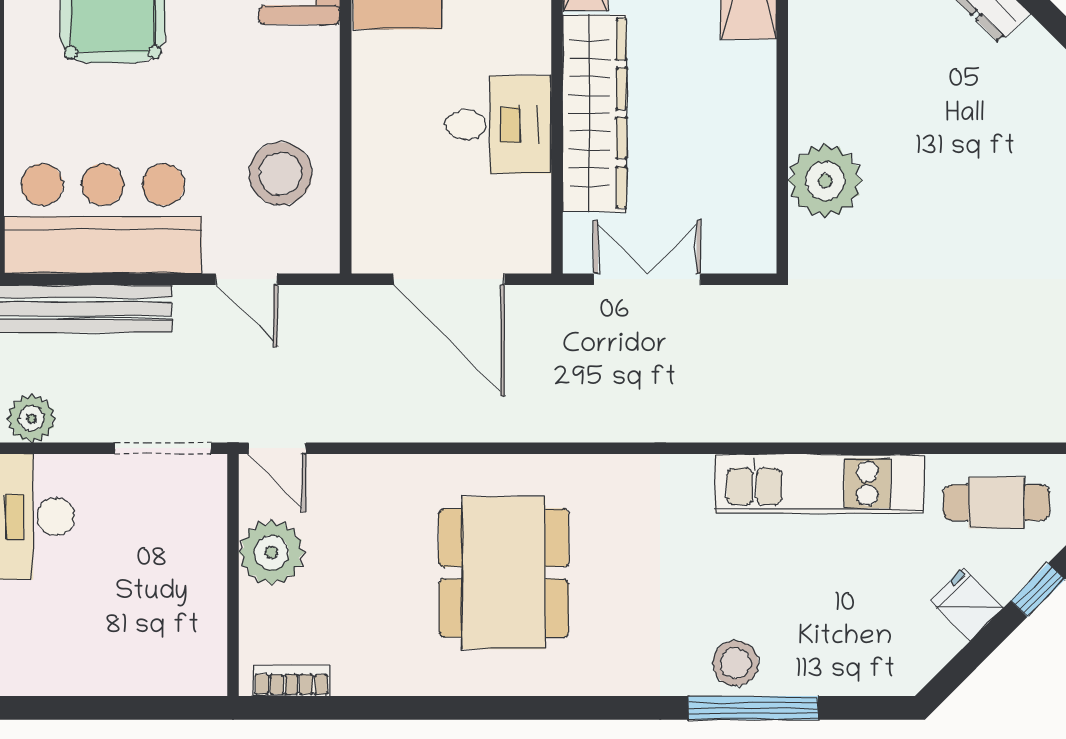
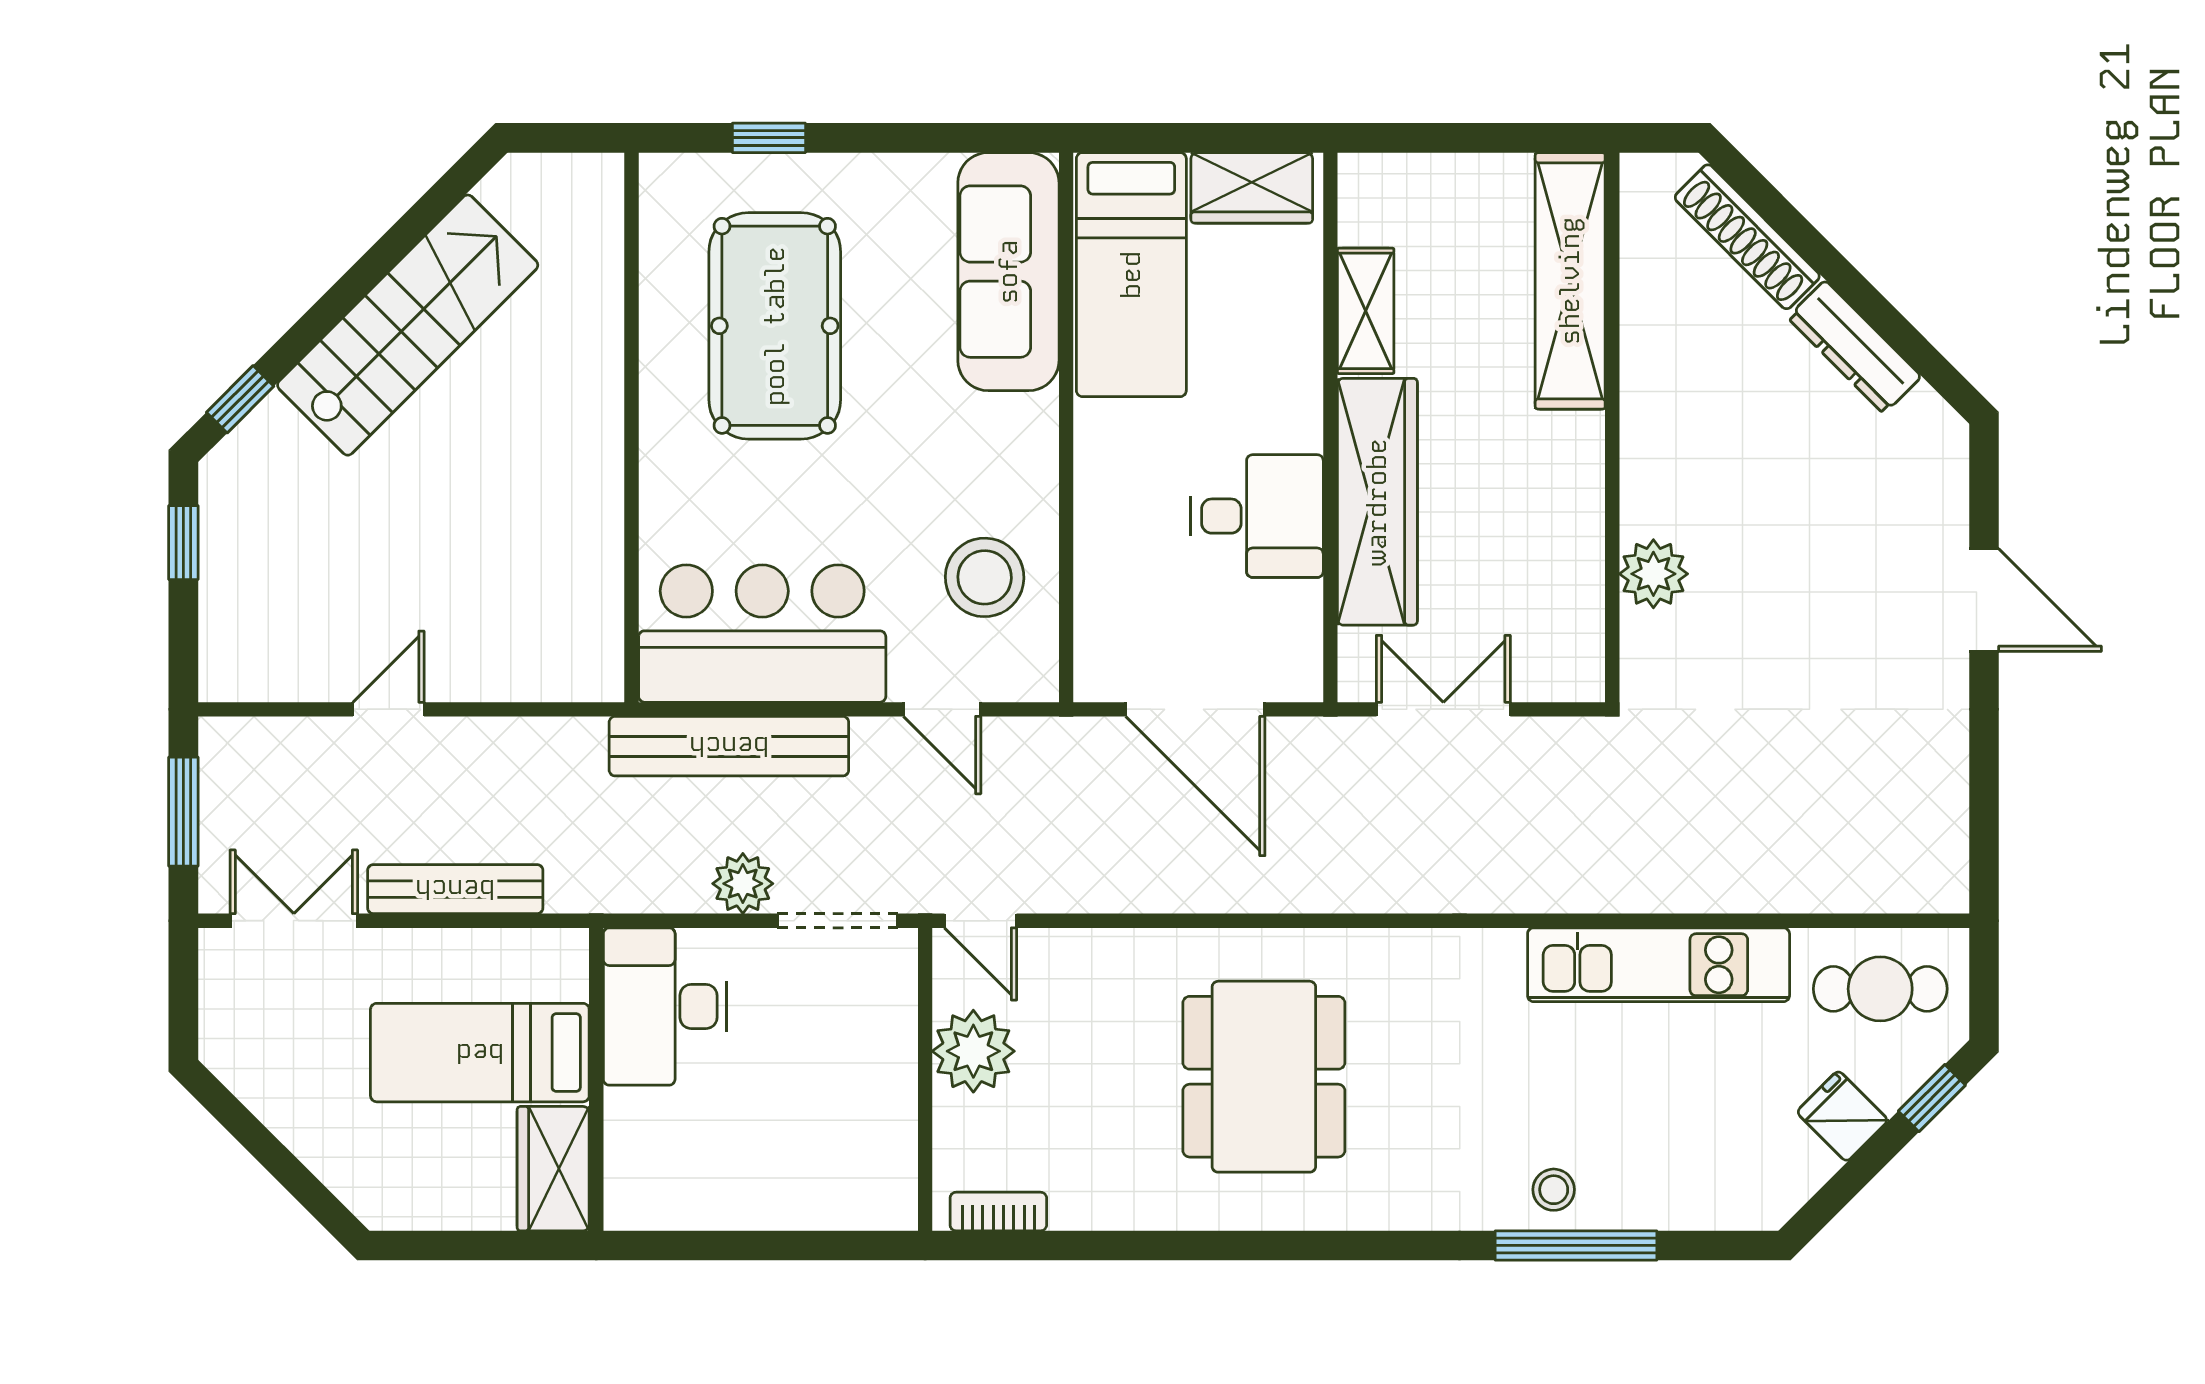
plant: (825, 181) -> (1653, 574), width x0.73, depth x0.73
plant: (31, 418) -> (743, 884), moved
stool: (735, 663) -> (1554, 1190), width x0.73, depth x0.73

